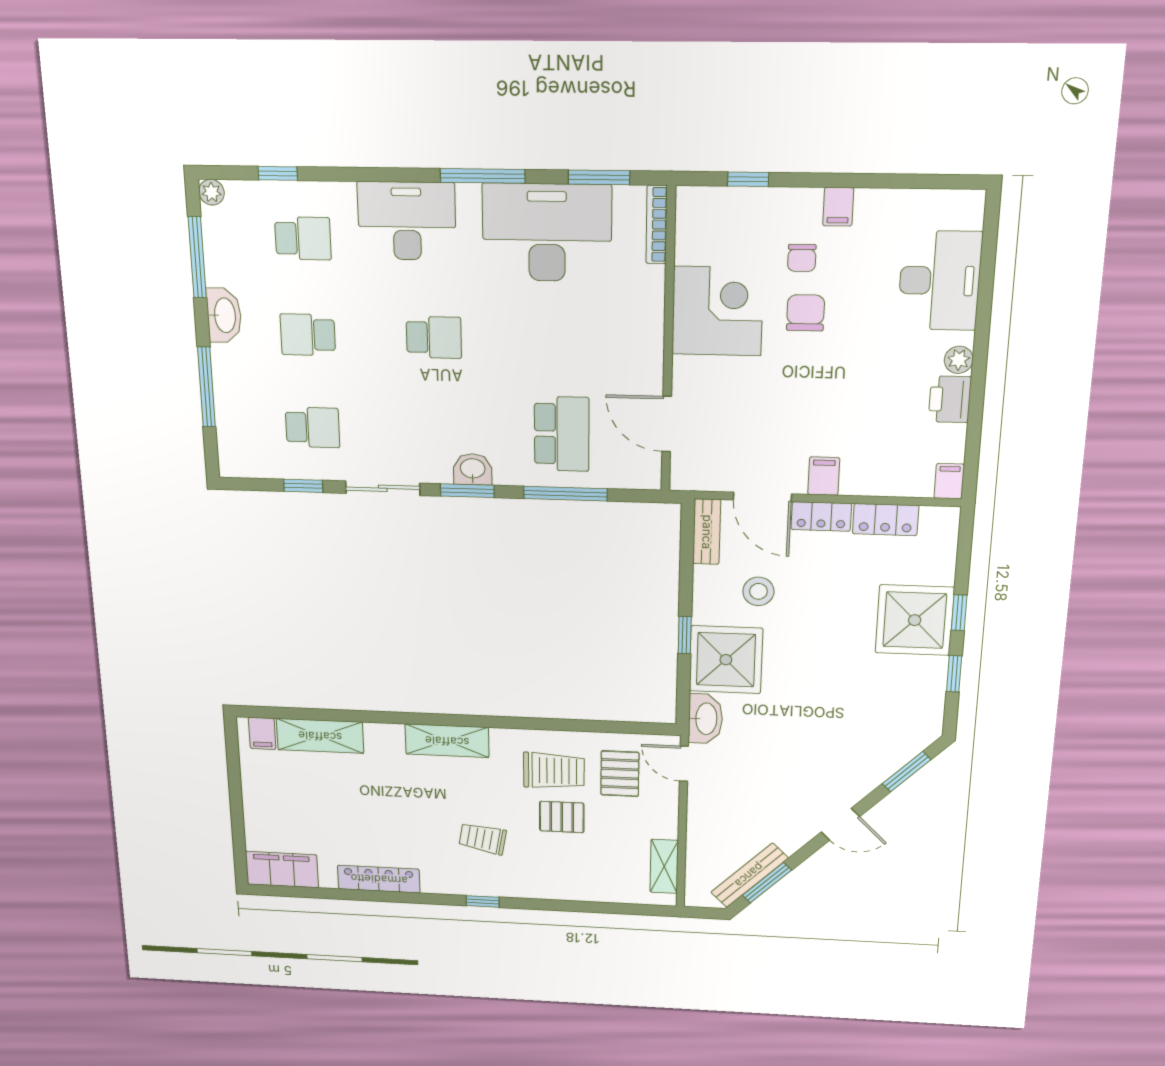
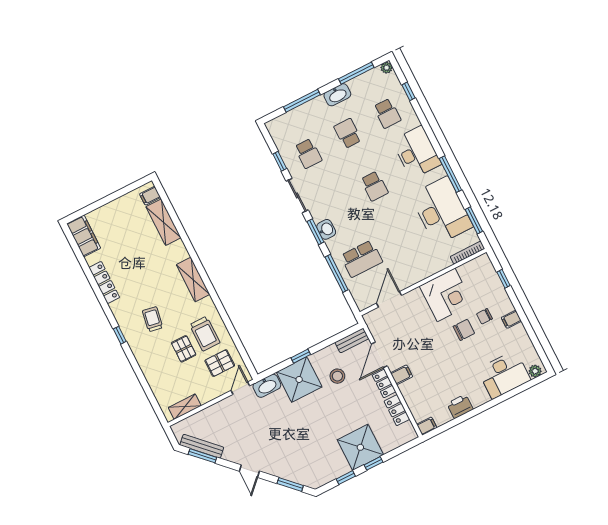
plant: (959, 360) -> (535, 371), moved

